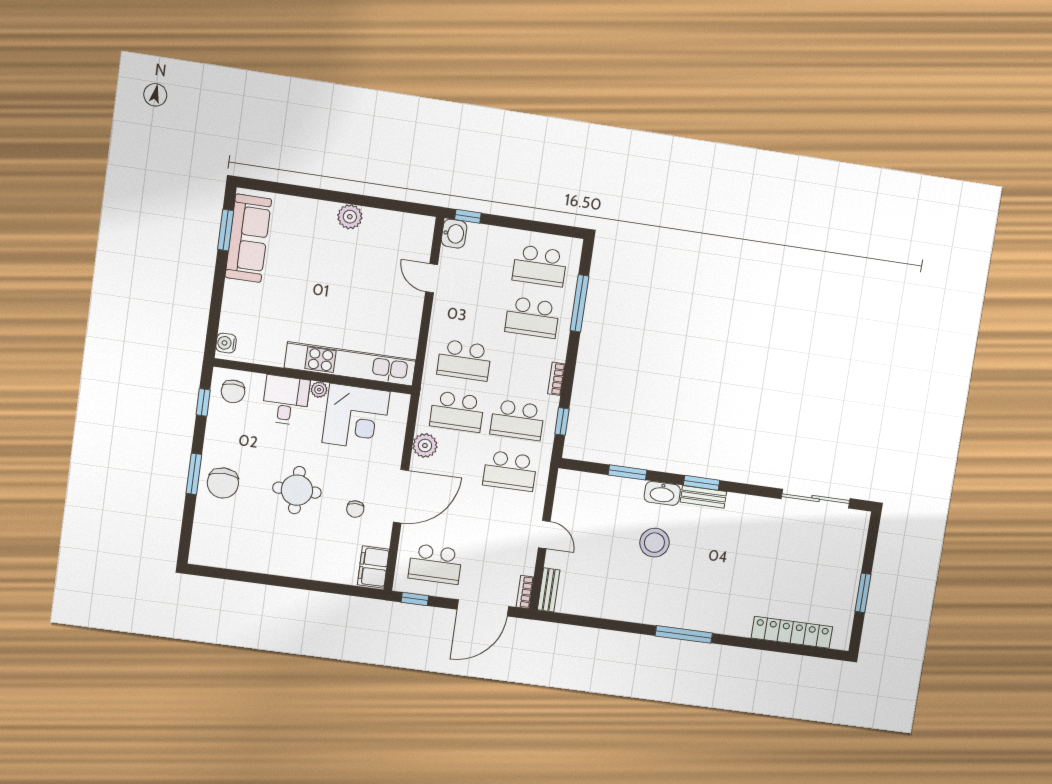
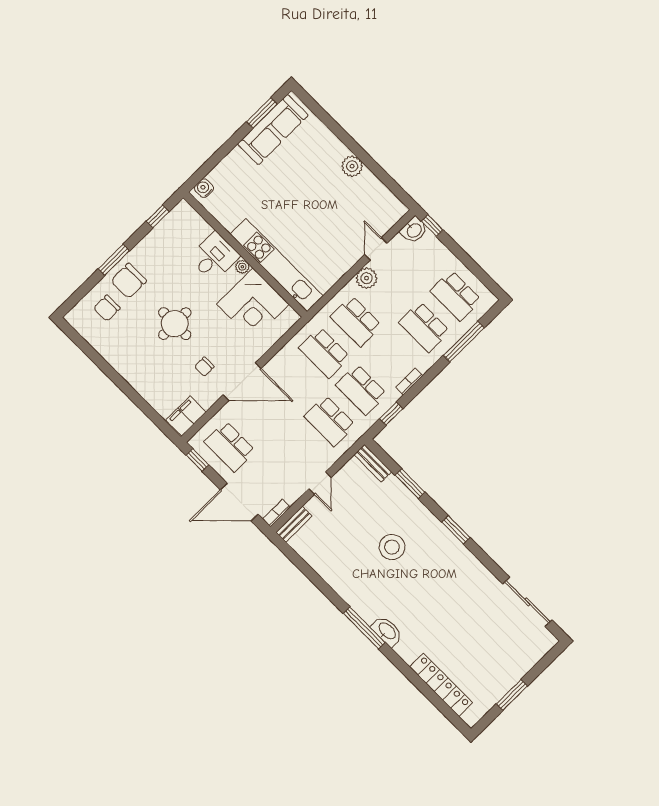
chair: (233, 391) -> (107, 308), moved
plant: (425, 446) -> (367, 278), moved
washbasin: (662, 493) -> (387, 631), moved, turned 180
bench: (703, 497) -> (373, 463), moved

